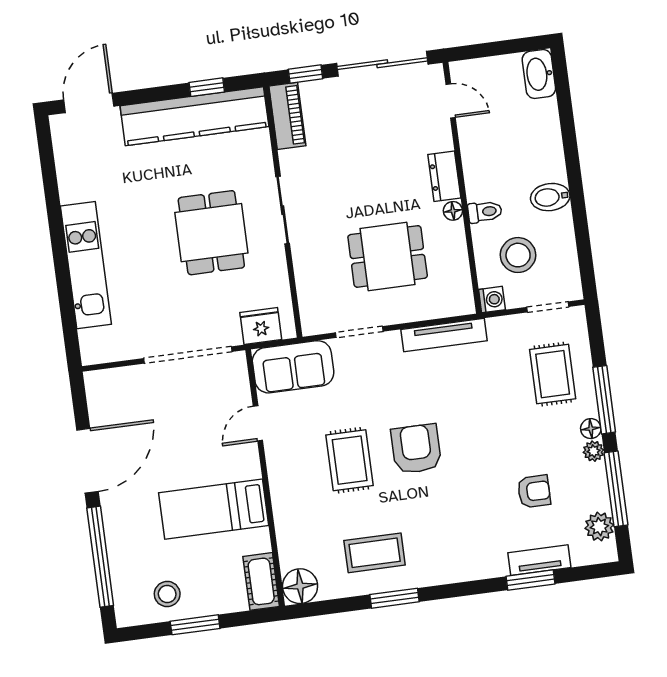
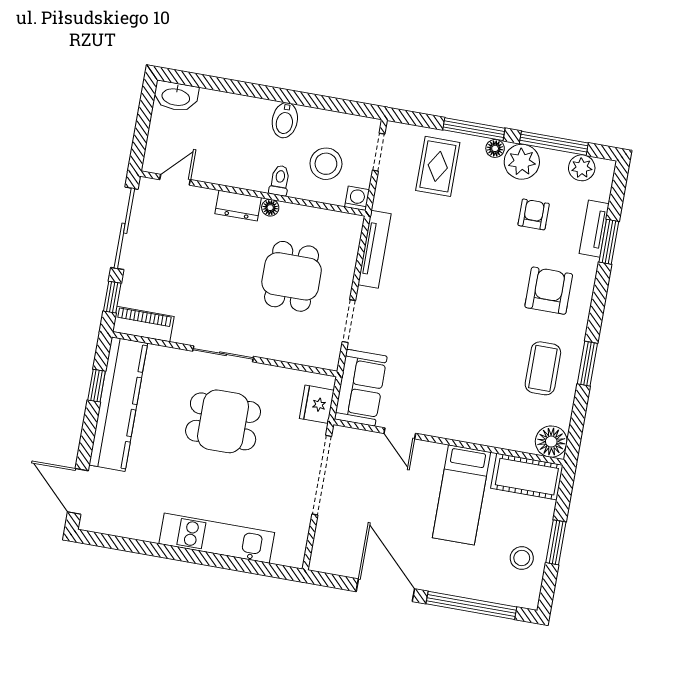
rug: (553, 374) -> (438, 166), turned 90
armchair: (416, 449) -> (549, 291), moved, turned 90
plant: (594, 451) -> (522, 162), width x1.88, depth x1.88
rug: (350, 460) -> (456, 365), removed
cot: (261, 581) -> (527, 477), width x1.37, depth x1.34

